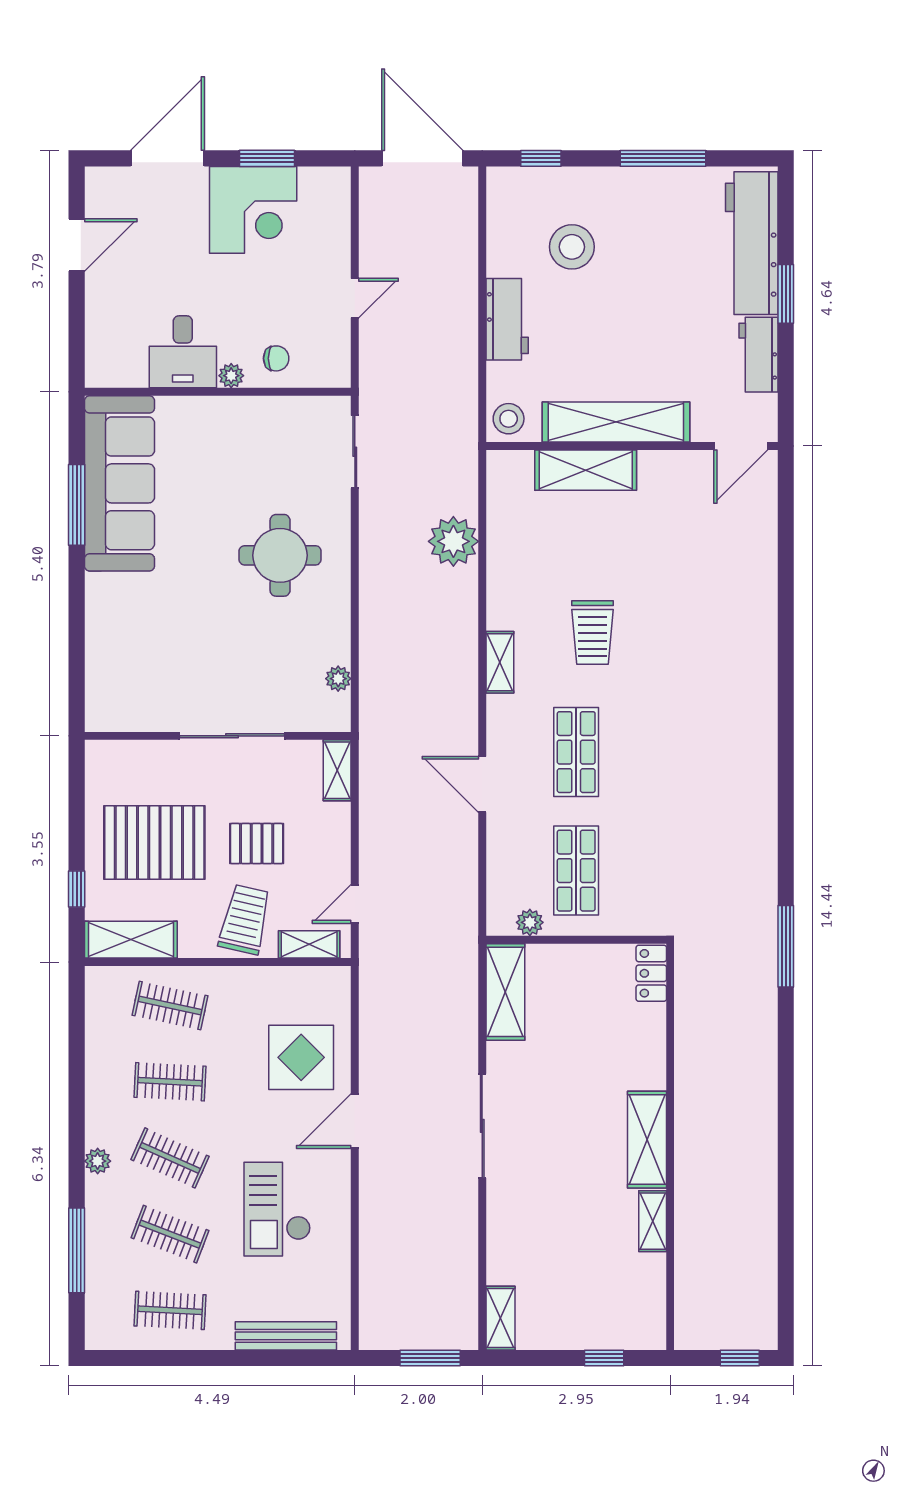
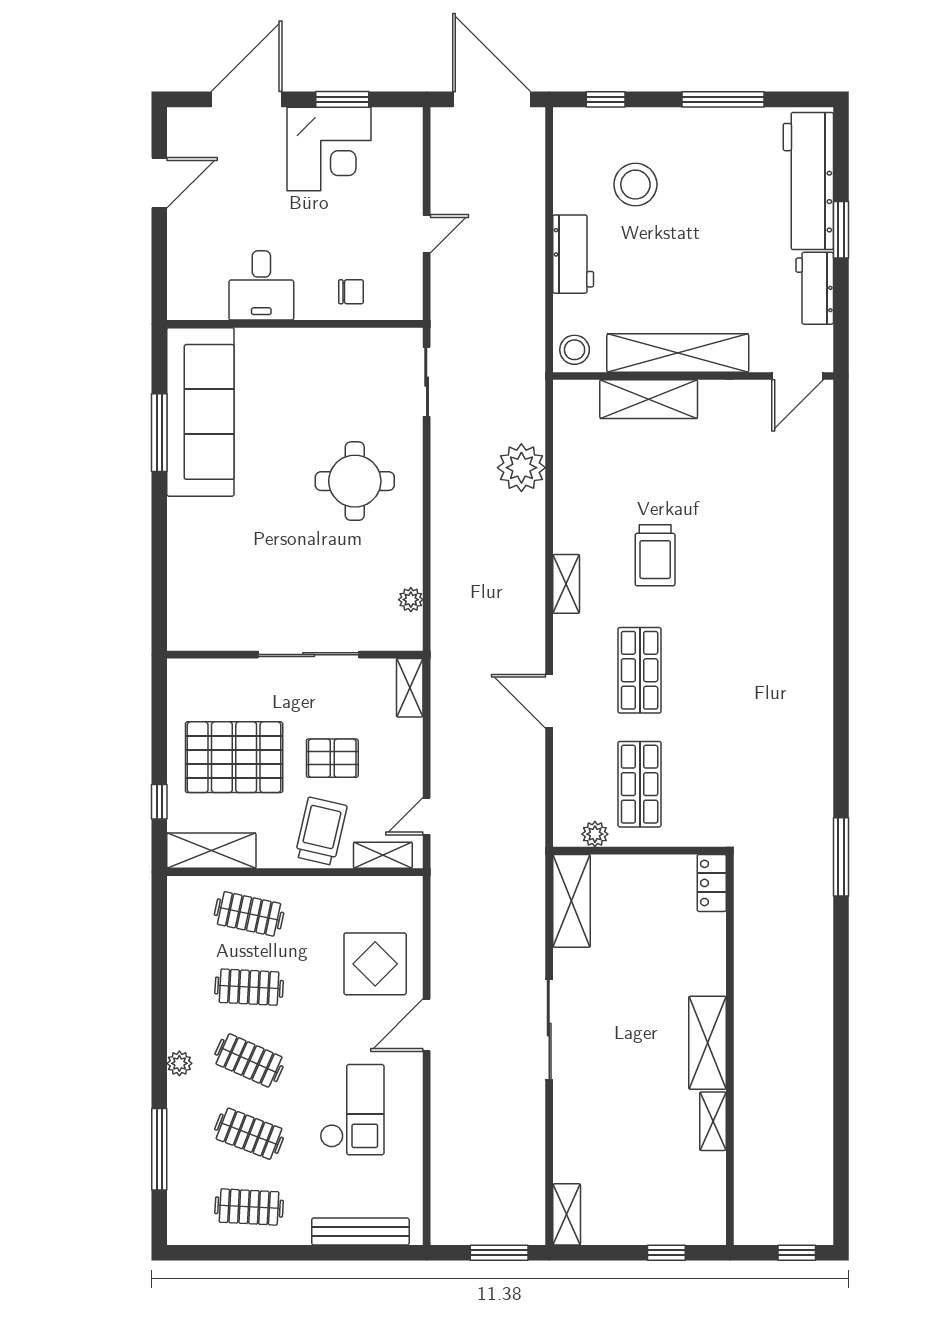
plant: (231, 376) -> (308, 308), removed
checkout: (277, 1209) -> (352, 1110), turned 180

